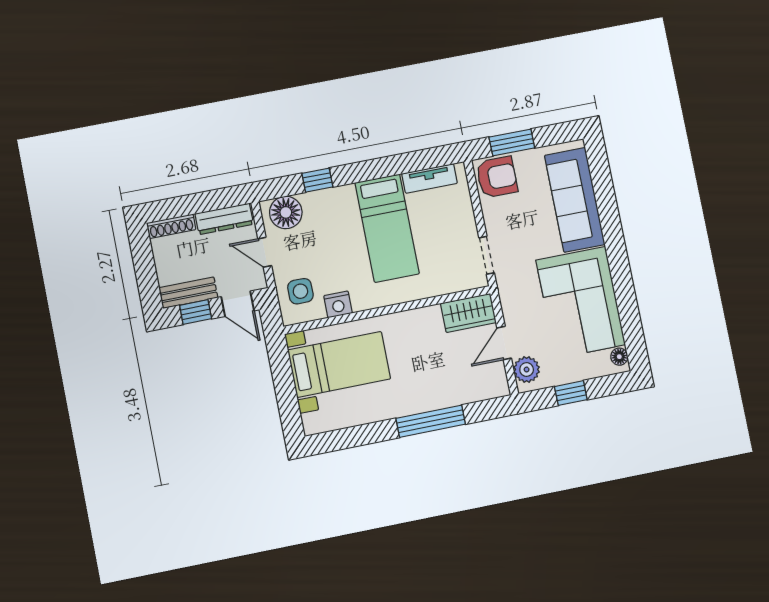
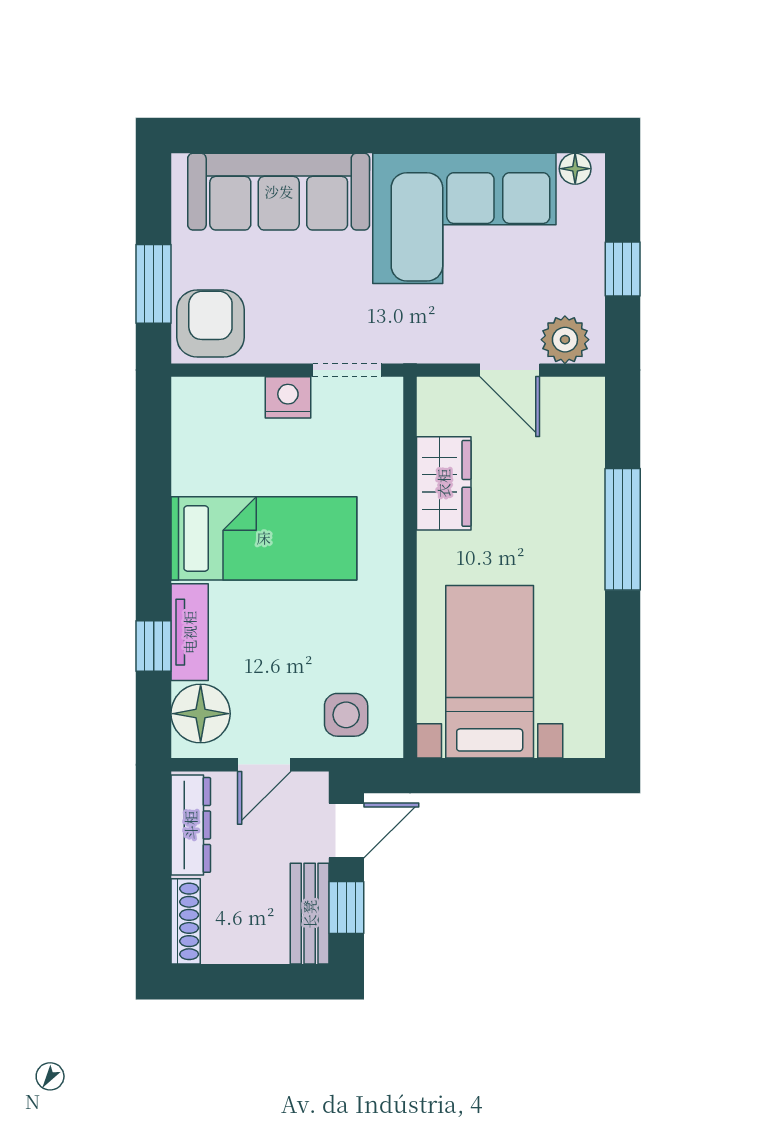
tv unit: (430, 178) -> (190, 632), moved
nightstand: (338, 304) -> (288, 397), moved, turned -90
wardrobe: (468, 313) -> (444, 483), moved

